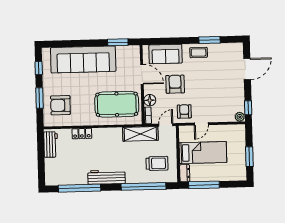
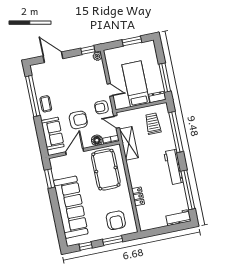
window: (209, 40) -> (33, 96), width x2.11
armchair: (175, 84) -> (78, 120), turned 180
workbench: (51, 144) -> (178, 218), moved

